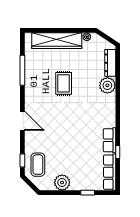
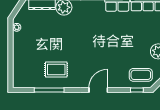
wardrobe: (57, 41) -> (20, 57), removed
rug: (64, 83) -> (56, 69), moved

